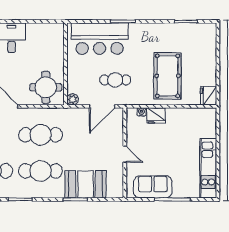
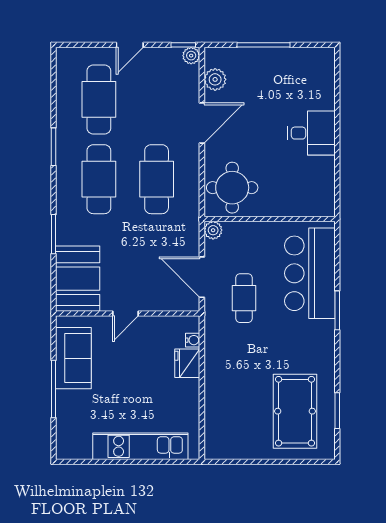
pool table: (168, 76) -> (295, 411), moved, turned 90
fridge: (209, 96) -> (219, 447), removed
kitchen unit: (208, 168) -> (140, 446), moved
booth: (85, 184) -> (78, 279), moved

